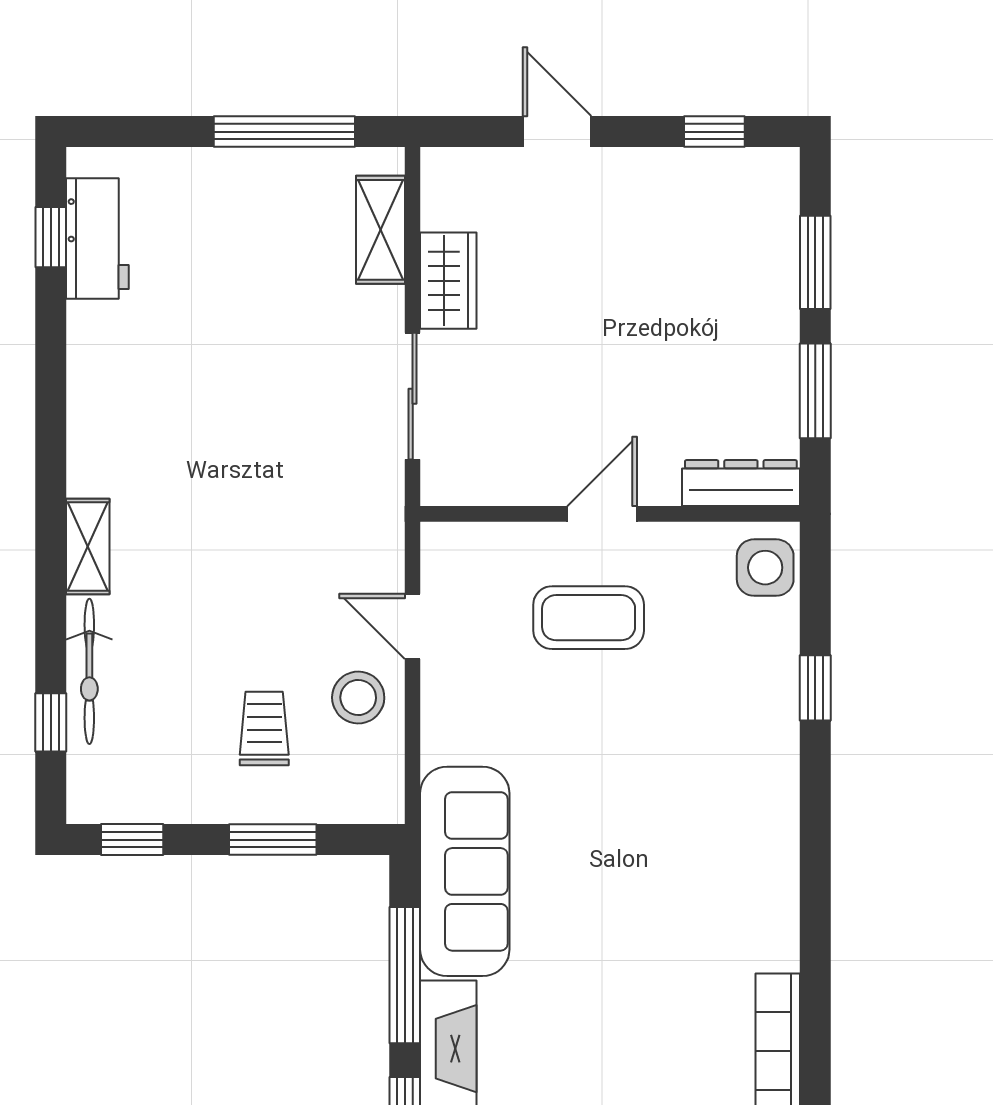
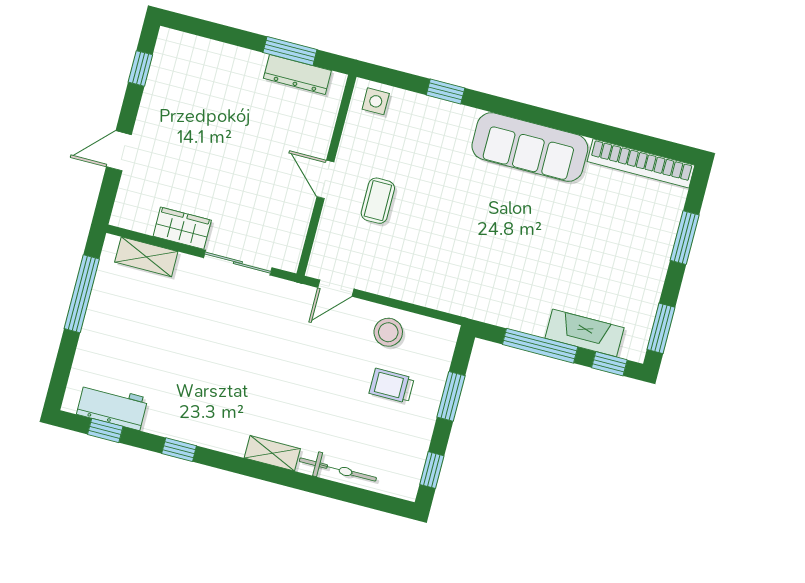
window: (815, 262) -> (223, 33), removed
dresser: (741, 483) -> (297, 74), moved, turned -90
side table: (765, 568) -> (376, 101), width x0.73, depth x0.73
coffee table: (589, 618) -> (378, 201), width x0.73, depth x0.77
door: (413, 626) -> (336, 288), moved
window: (51, 722) -> (179, 450), moved
sofa: (465, 871) -> (530, 147), moved, turned 180

